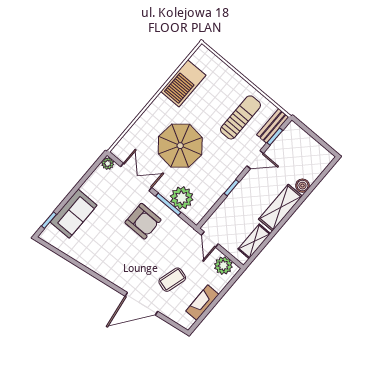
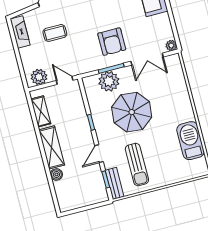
parasol: (180, 146) -> (132, 112), moved
armchair: (143, 221) -> (112, 42), turned -90
coffee table: (172, 280) -> (55, 33), turned 74
fireplace: (202, 303) -> (20, 32), moved

